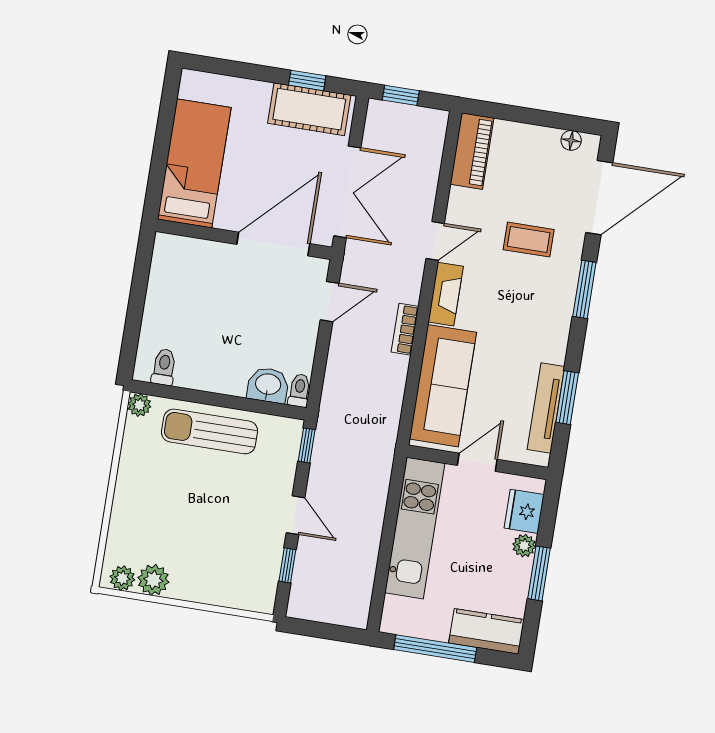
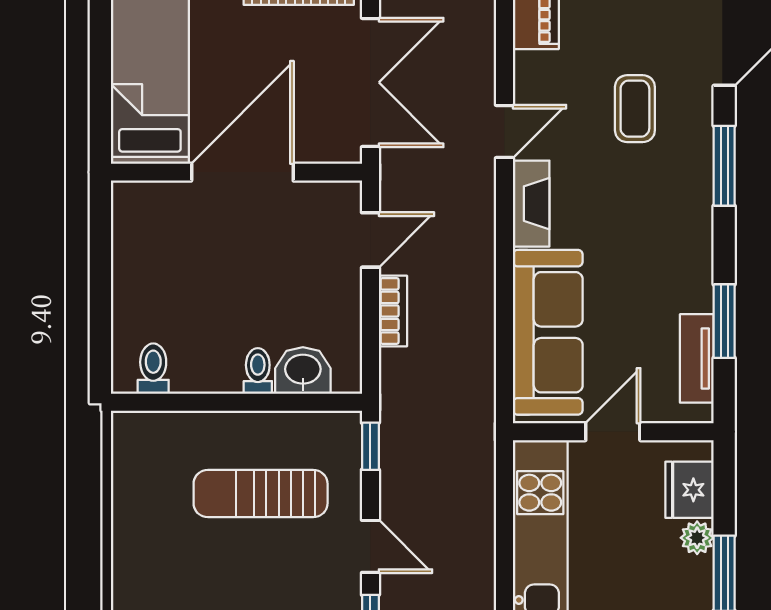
coffee table: (529, 240) -> (635, 109), turned 90
door: (273, 244) -> (242, 172), moved
bookcase: (405, 329) -> (393, 311), moved, turned 180
toilet: (299, 390) -> (258, 371), moved
plant: (139, 405) -> (127, 427), removed
tv unit: (546, 408) -> (697, 358), width x0.71
sun lounger: (209, 431) -> (261, 494), moved

